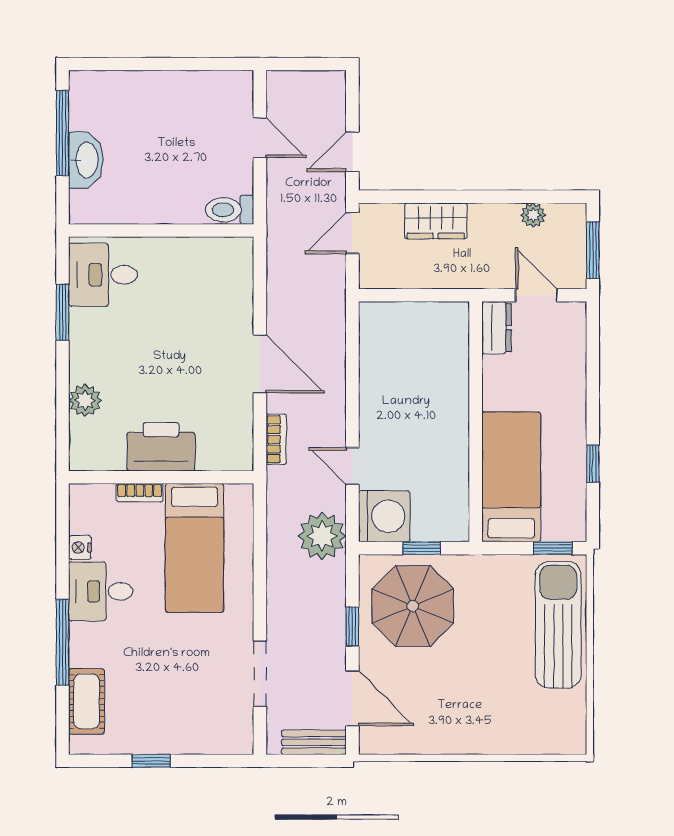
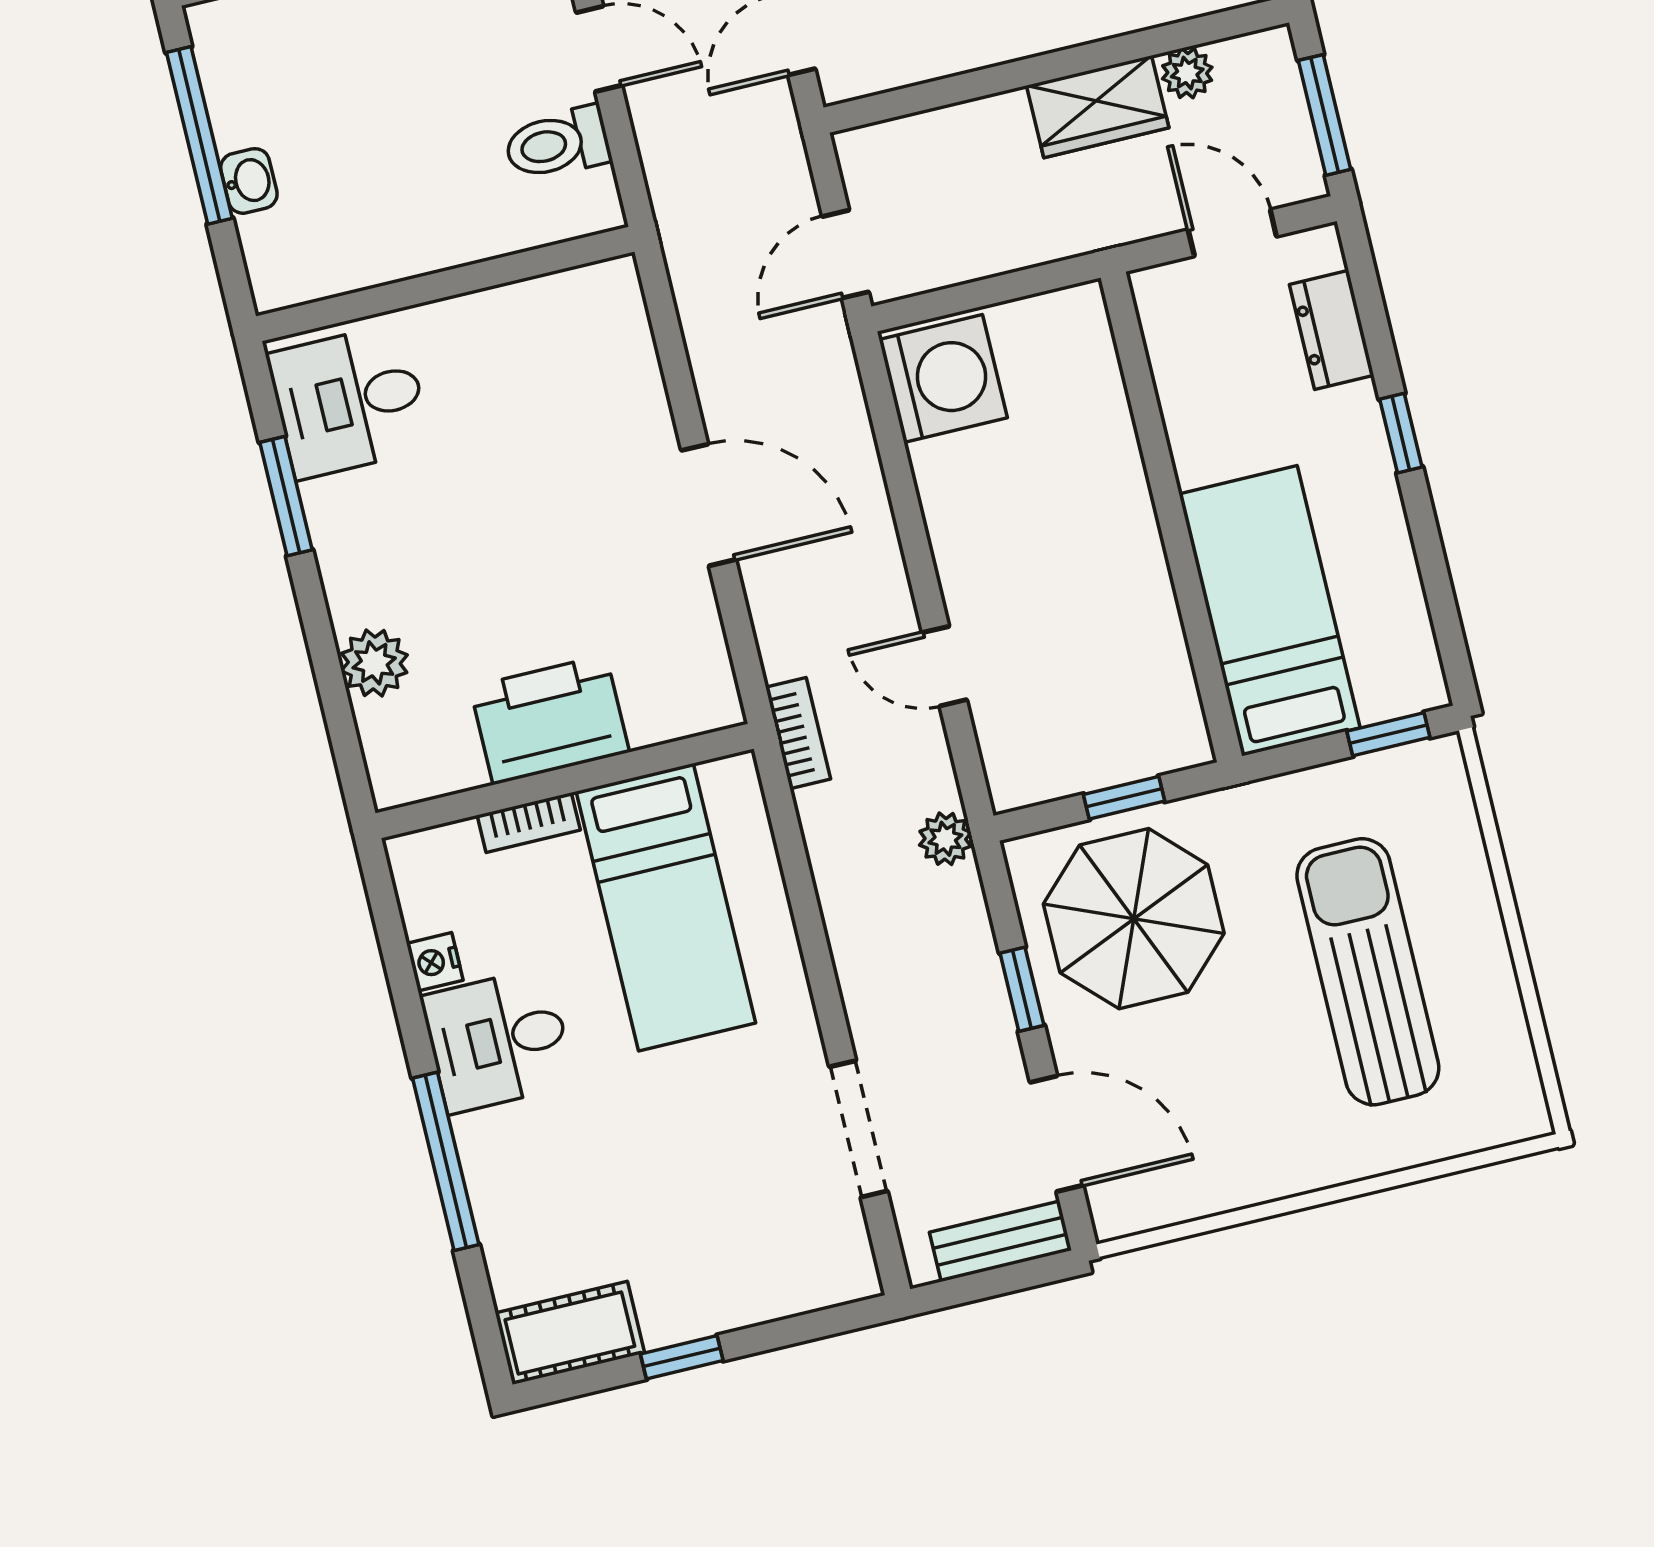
washbasin: (86, 160) -> (249, 181), width x0.52, depth x0.69
toilet: (230, 210) -> (557, 143), moved
wardrobe: (436, 221) -> (1098, 107), moved
door: (352, 233) -> (845, 254), moved
dresser: (497, 328) -> (1332, 330), moved, turned 180
bookcase: (276, 439) -> (798, 733), moved
window: (593, 464) -> (1401, 433), moved
washing machine: (384, 516) -> (943, 379), moved
plant: (322, 536) -> (945, 839), width x0.53, depth x0.53
sun lounger: (558, 625) -> (1368, 972), moved
cot: (87, 701) -> (570, 1333), moved, turned 90

